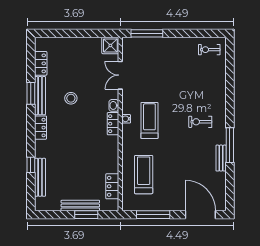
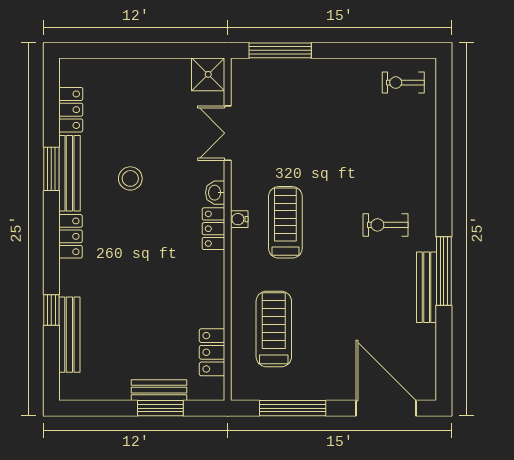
bench: (221, 158) -> (427, 287), width x1.36
bench: (80, 205) -> (159, 390), width x0.73

